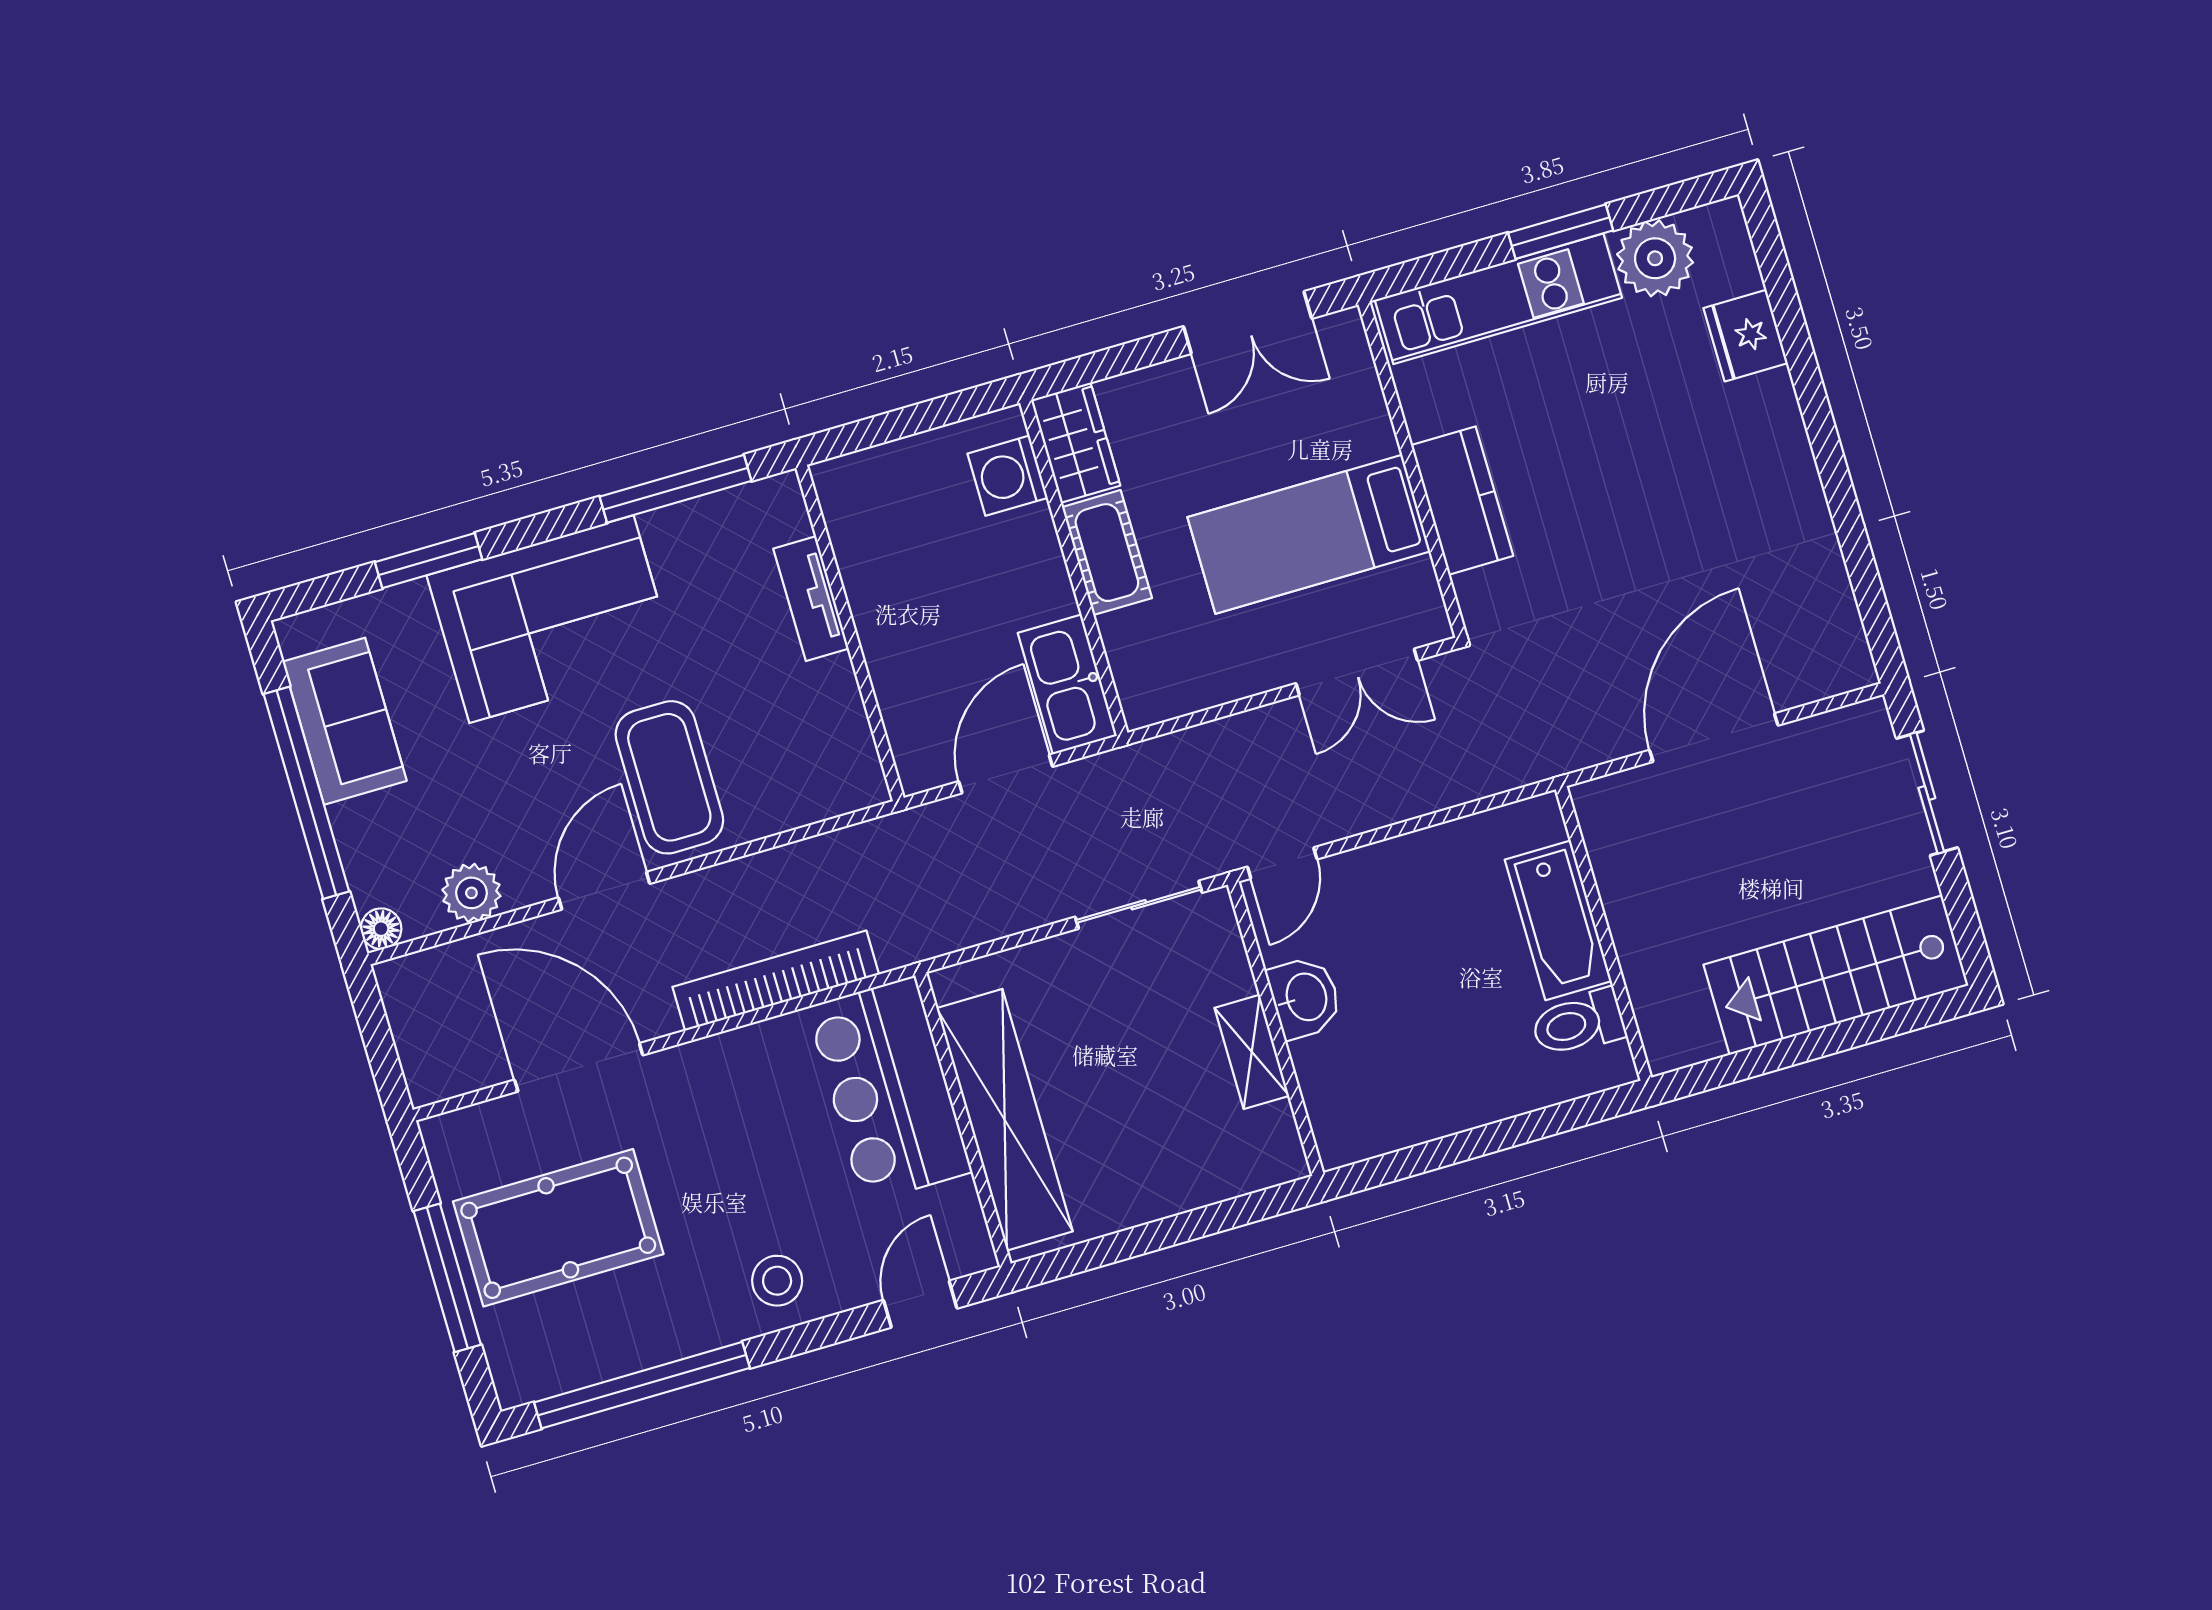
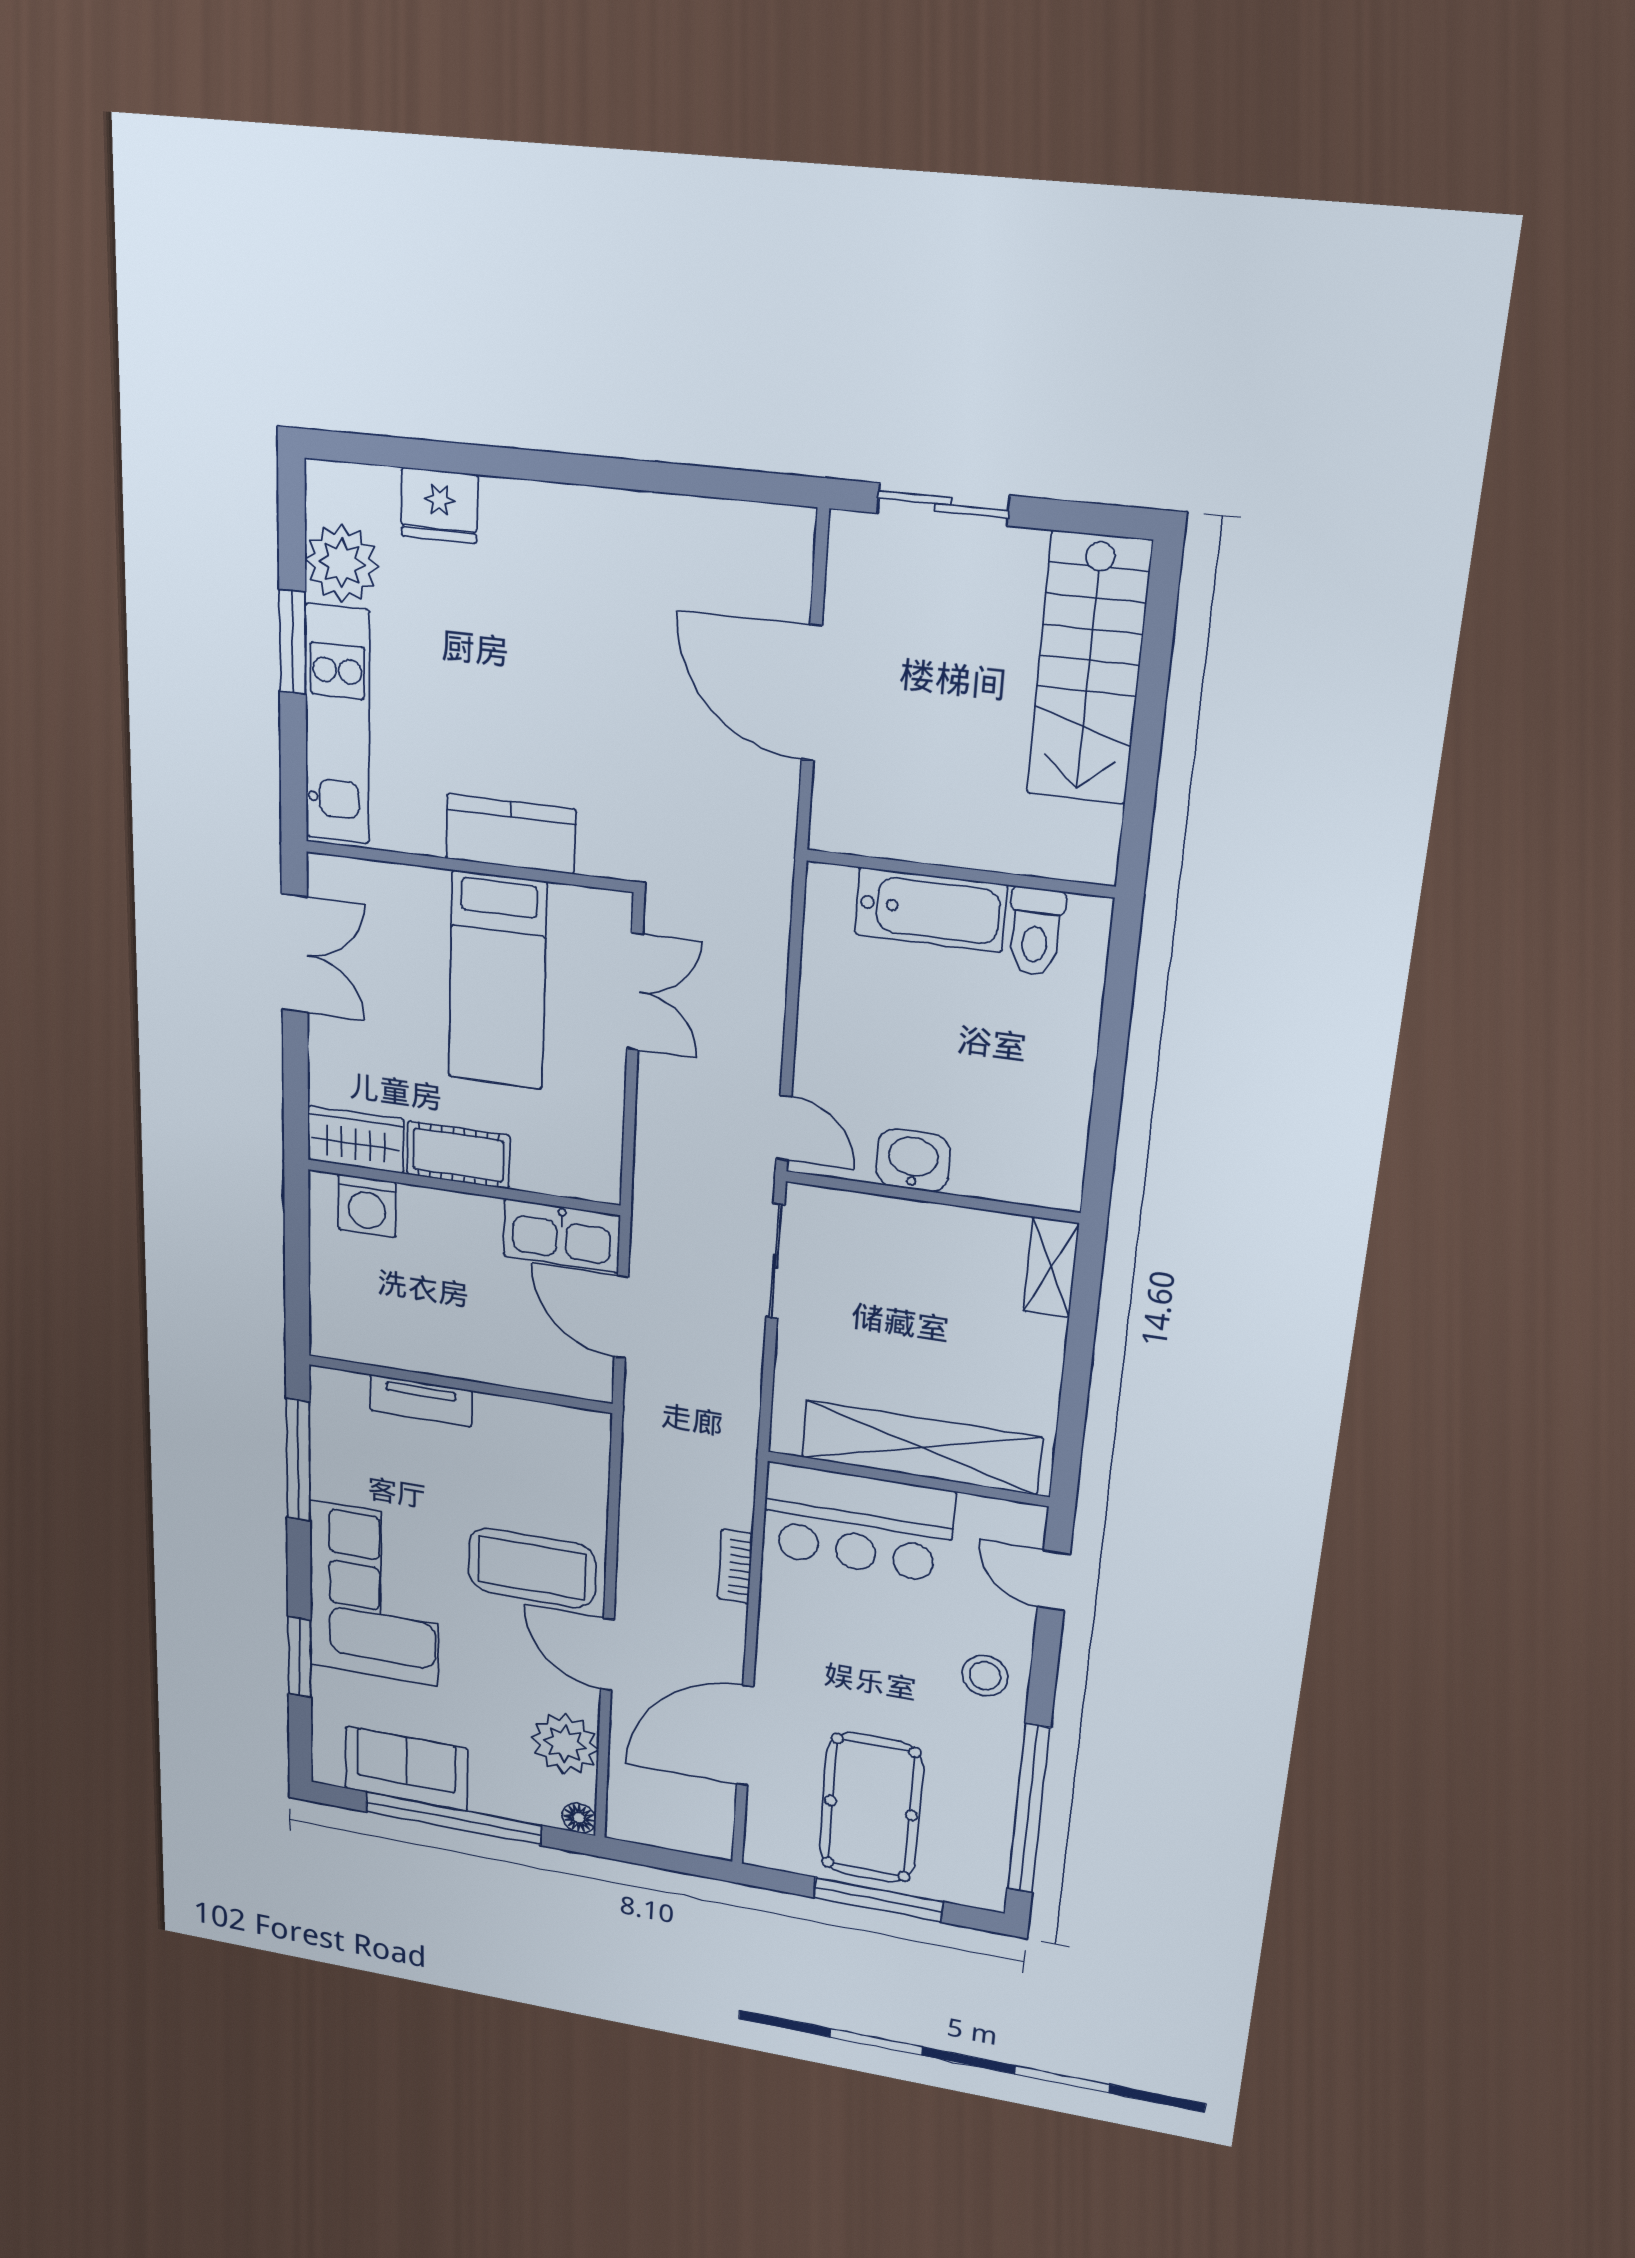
plant: (471, 893) -> (565, 1744), width x1.36, depth x1.36
bookcase: (776, 981) -> (735, 1566), width x0.43, depth x0.76
shelving: (1252, 1052) -> (1051, 1267), moved, turned 90

